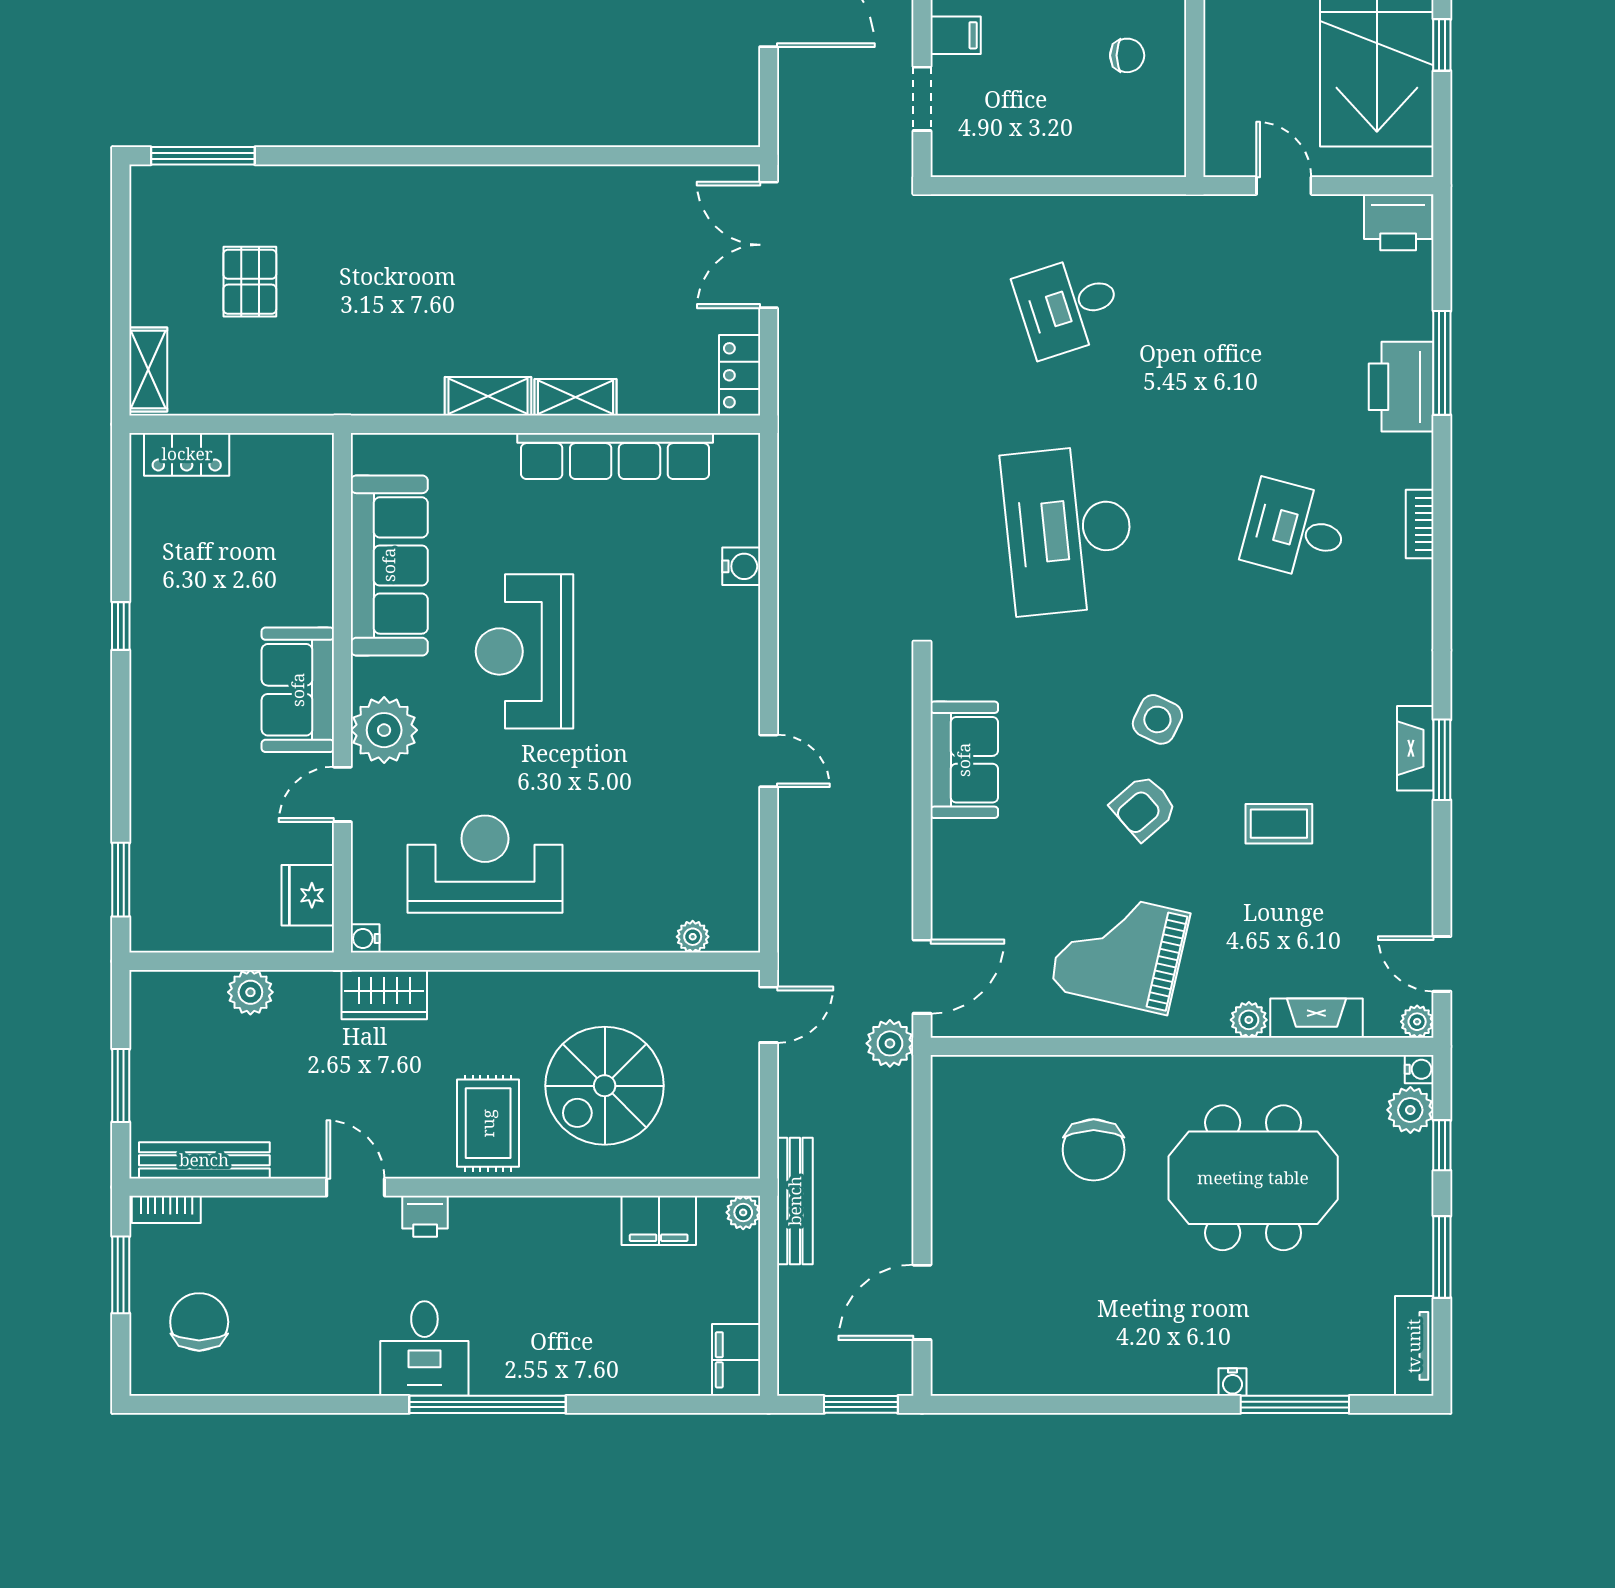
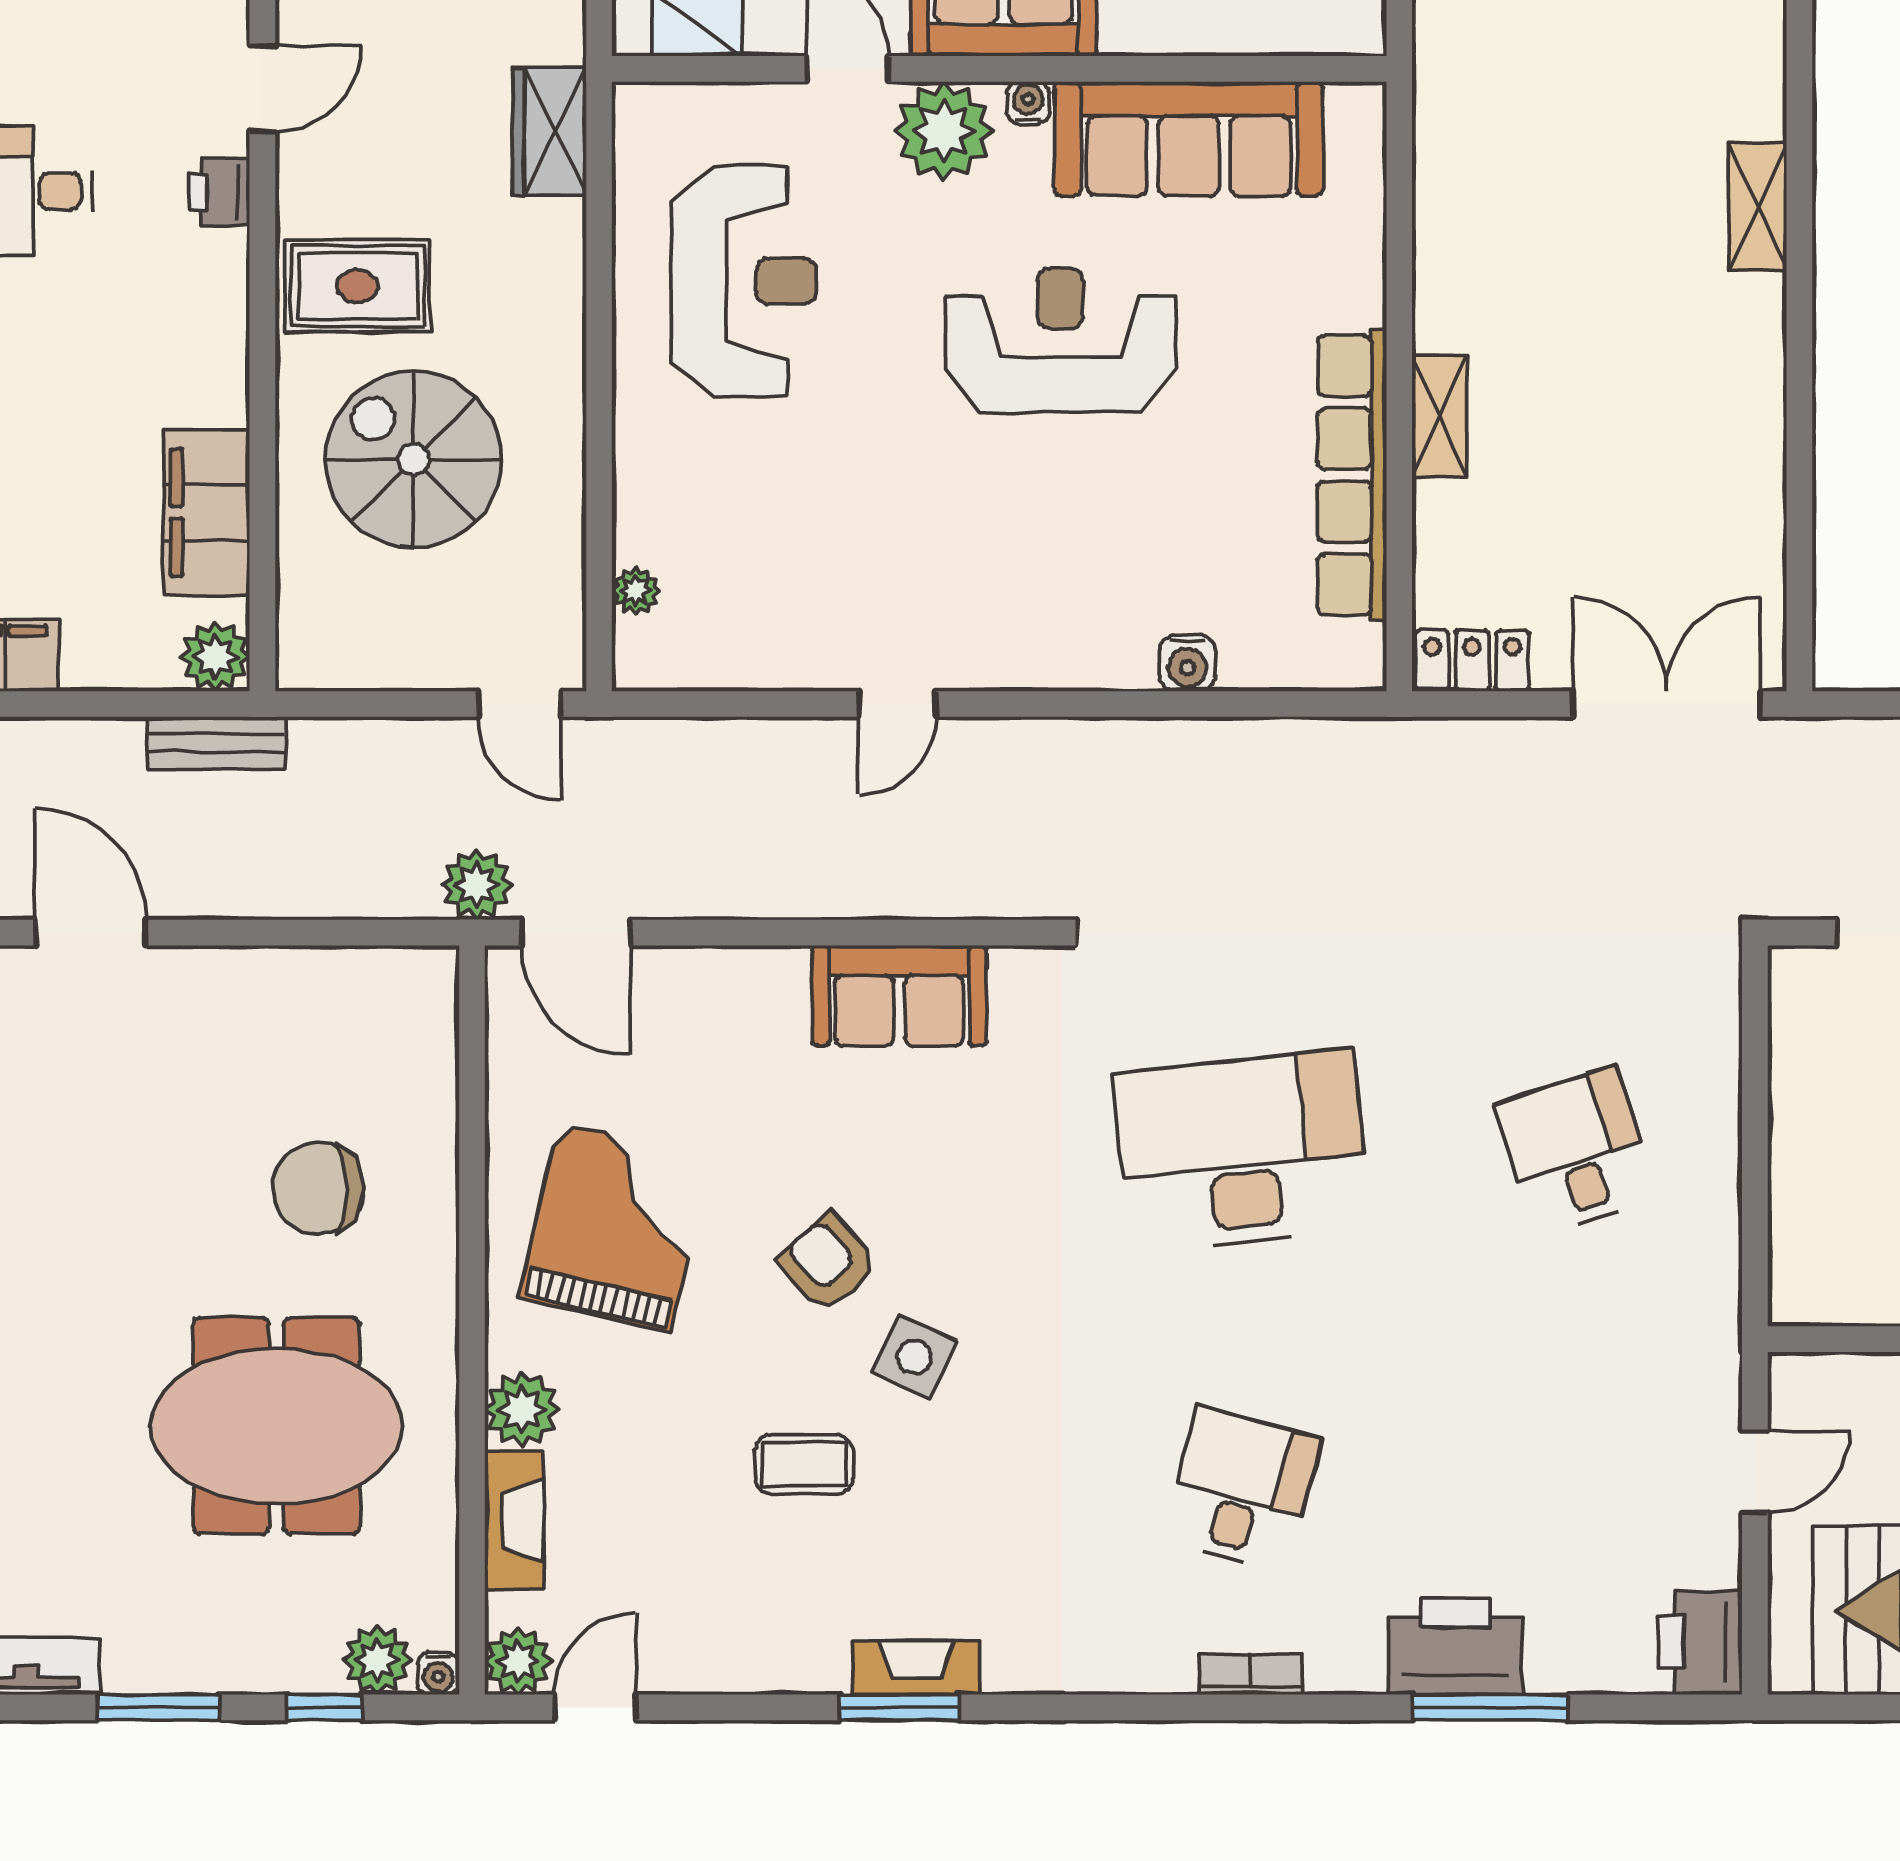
shelving: (488, 396) -> (1758, 207), moved
side table: (1157, 719) -> (914, 1357), moved
coffee table: (1279, 824) -> (804, 1464), turned 90
water cooler: (365, 938) -> (1028, 103), moved
plant: (1249, 1020) -> (522, 1409), width x1.38, depth x1.38
plant: (1417, 1022) -> (518, 1661), width x1.38, depth x1.38
meeting table: (1253, 1178) -> (276, 1426), turned 90
bench: (795, 1201) -> (217, 743), width x0.73
plant: (743, 1212) -> (215, 657), width x1.38, depth x1.38
filing cabinet: (659, 1220) -> (207, 513), width x1.50, depth x1.17

